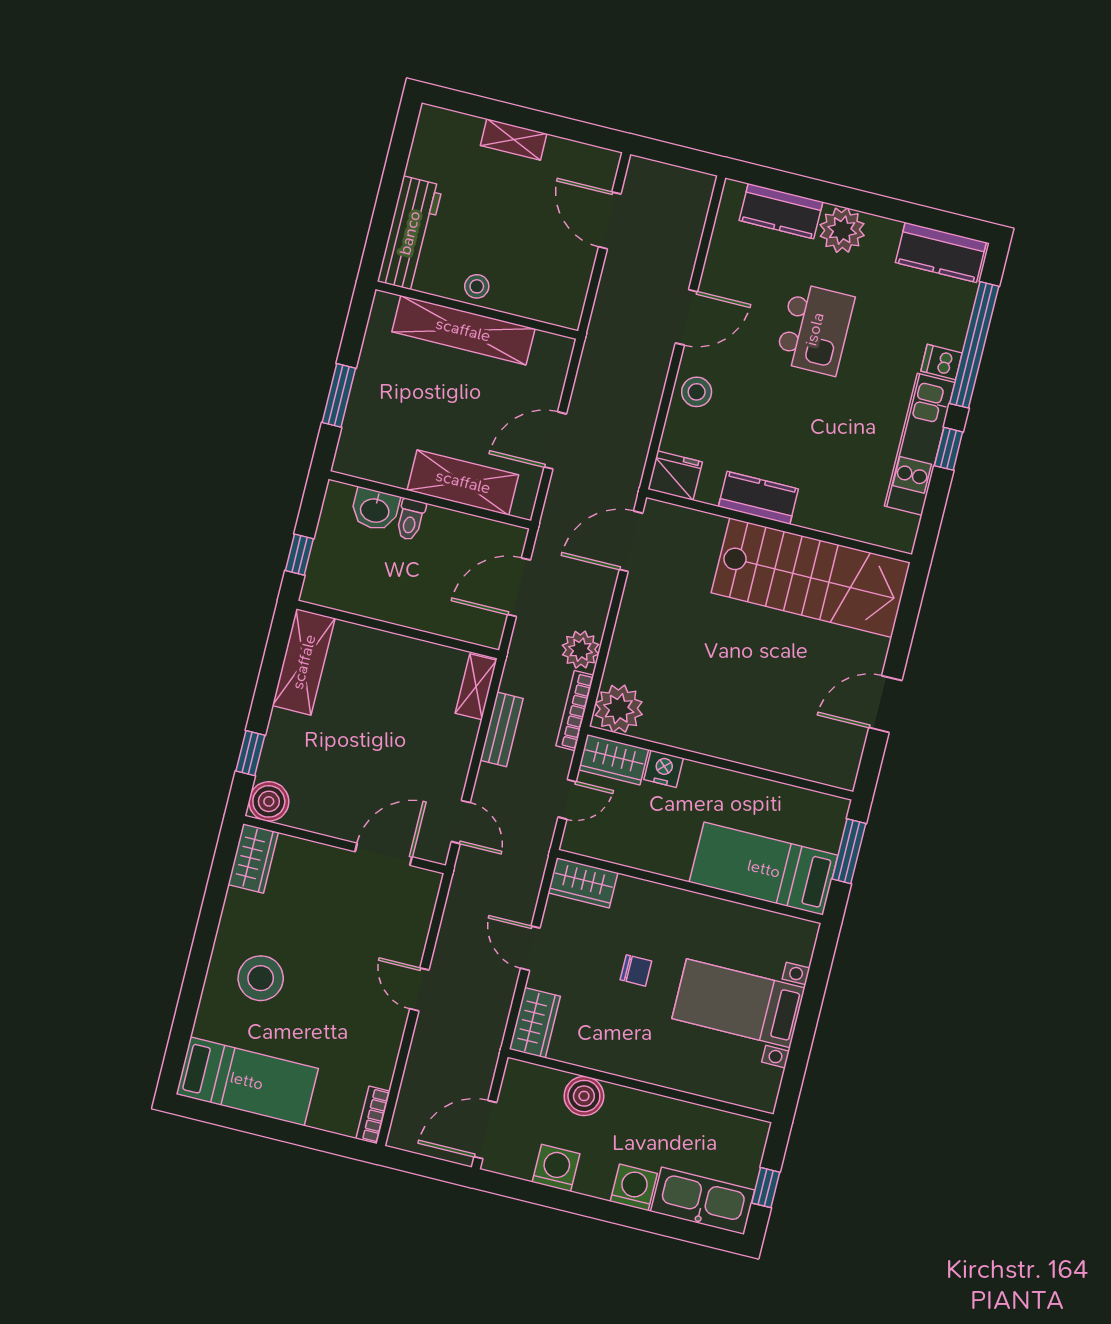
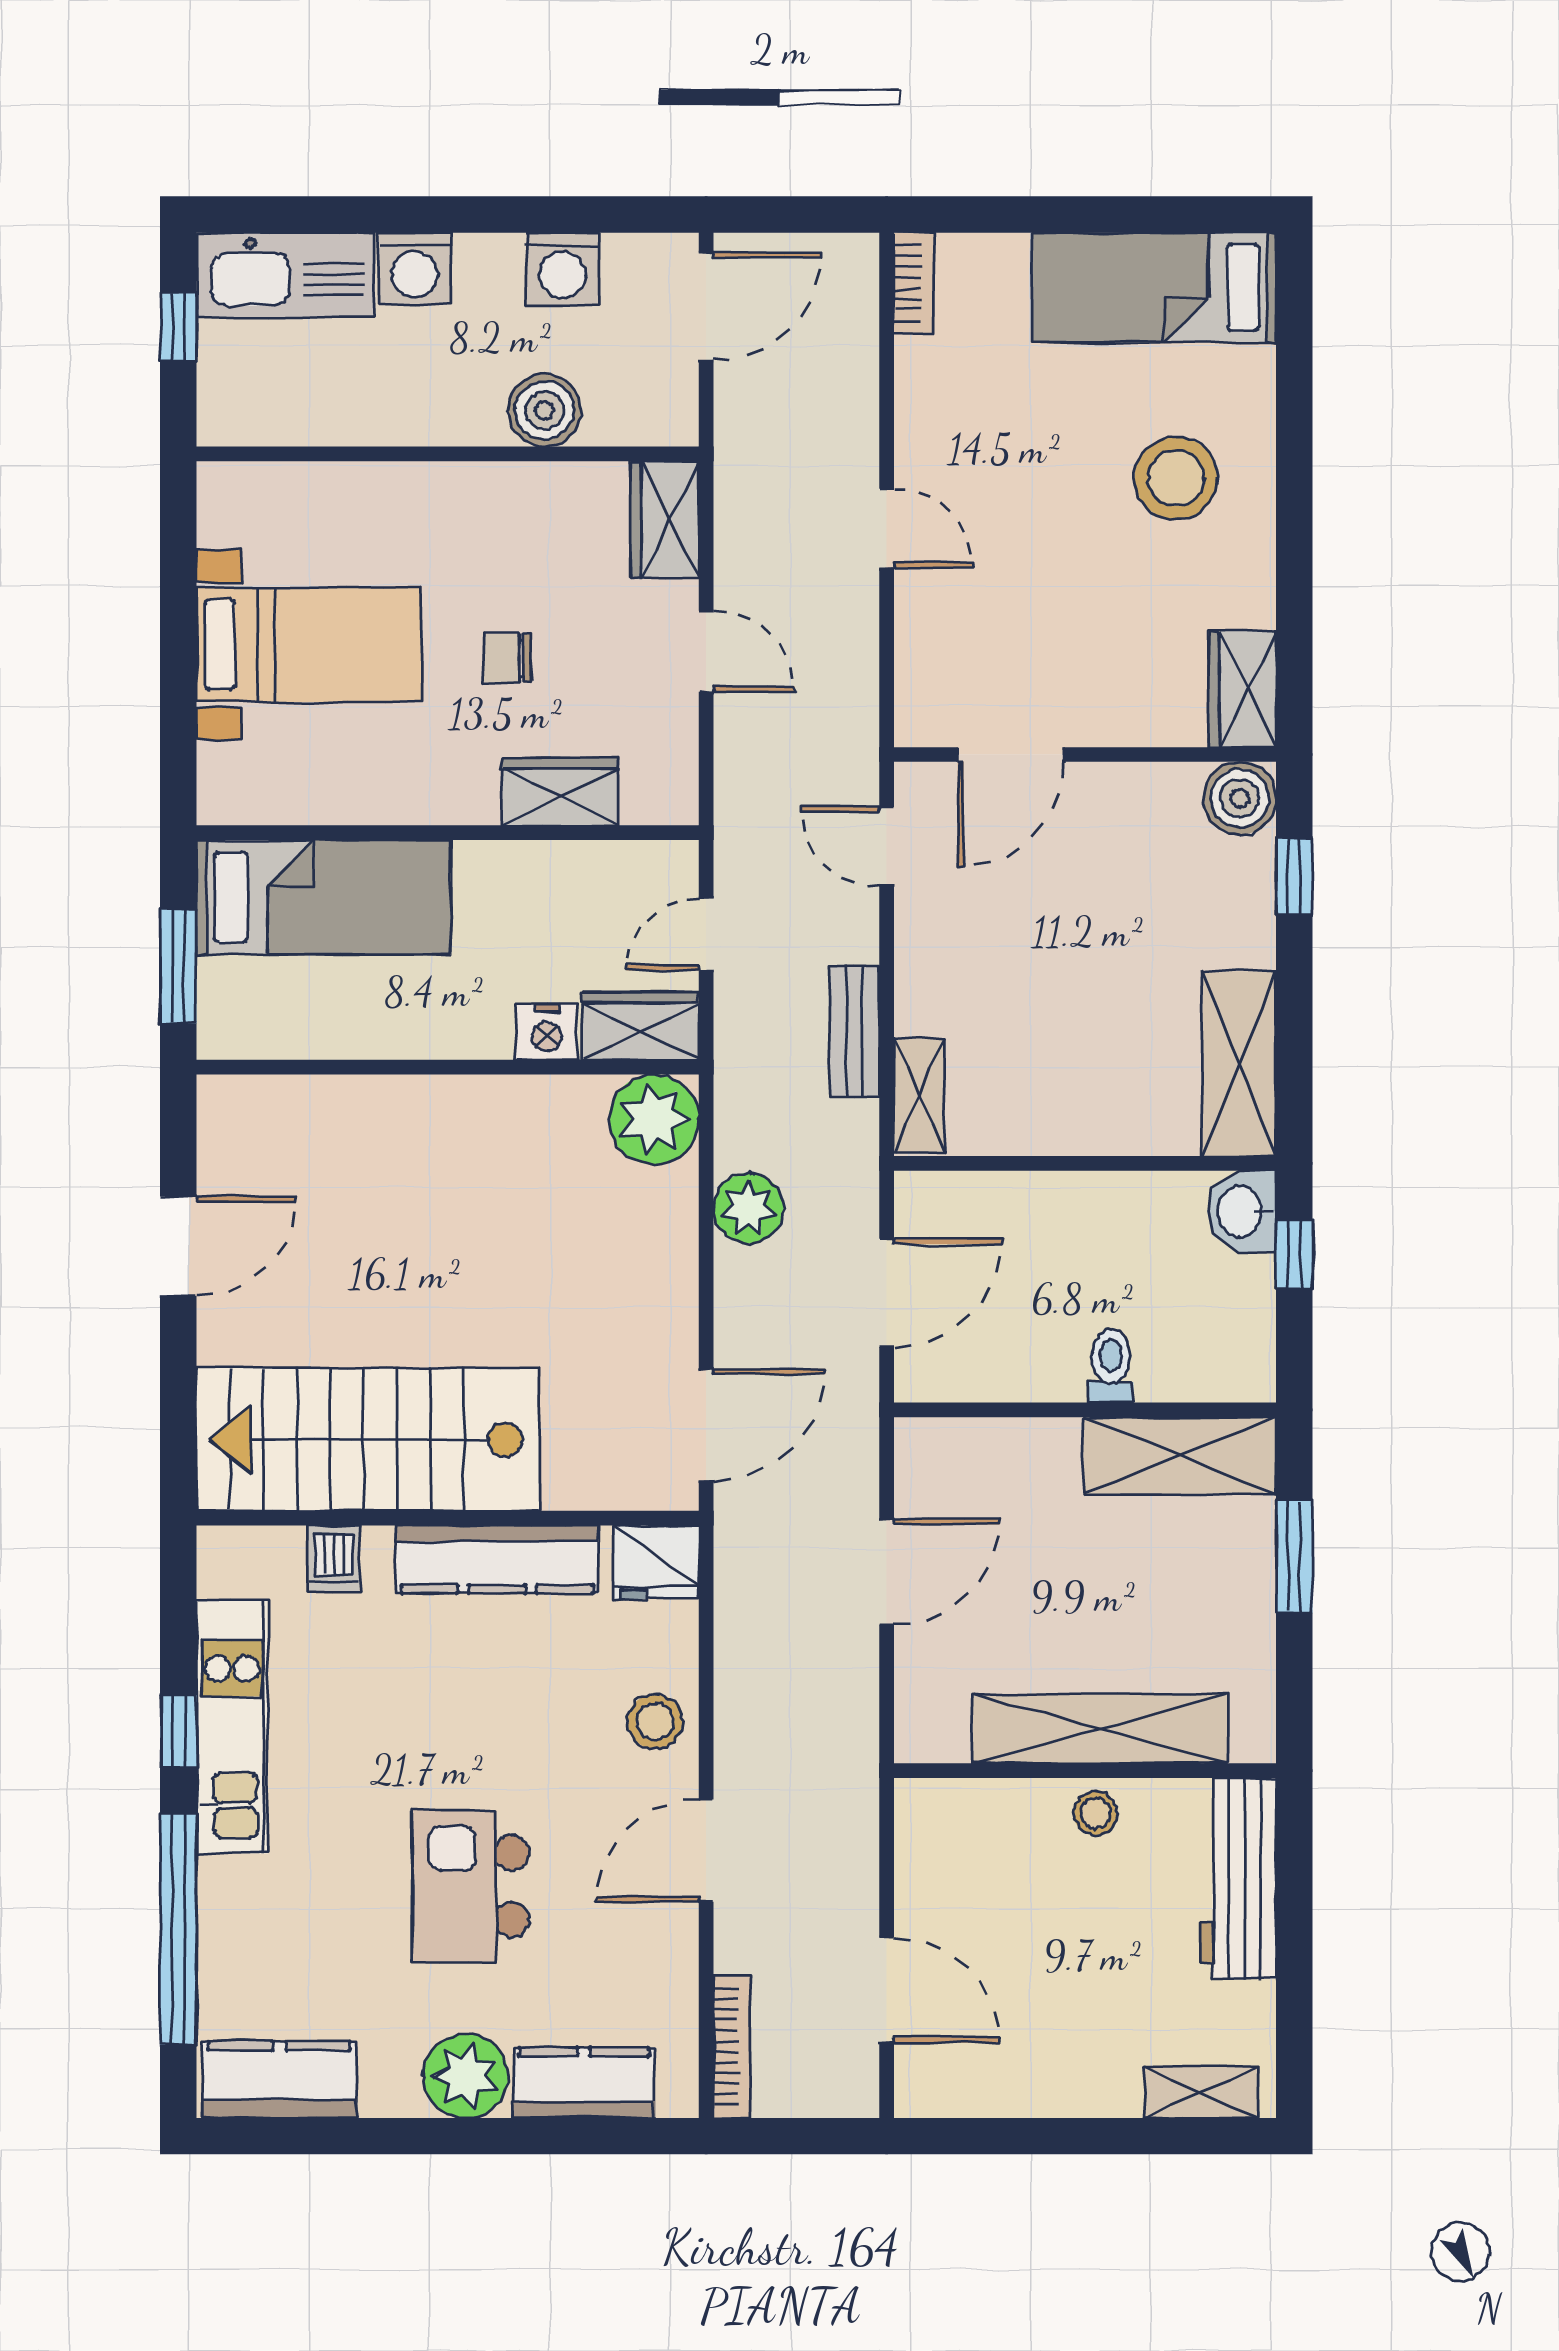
shelving: (514, 140) -> (1201, 2092), moved
dishwasher: (941, 362) -> (334, 1558), moved, turned 90
shelving: (463, 482) -> (1180, 1456), moved
kitchen counter: (758, 498) -> (497, 1559), width x1.50
washbasin: (375, 510) -> (1242, 1211), moved, turned -90
bookcase: (575, 711) -> (732, 2046), moved
wardrobe: (583, 883) -> (560, 792), moved

